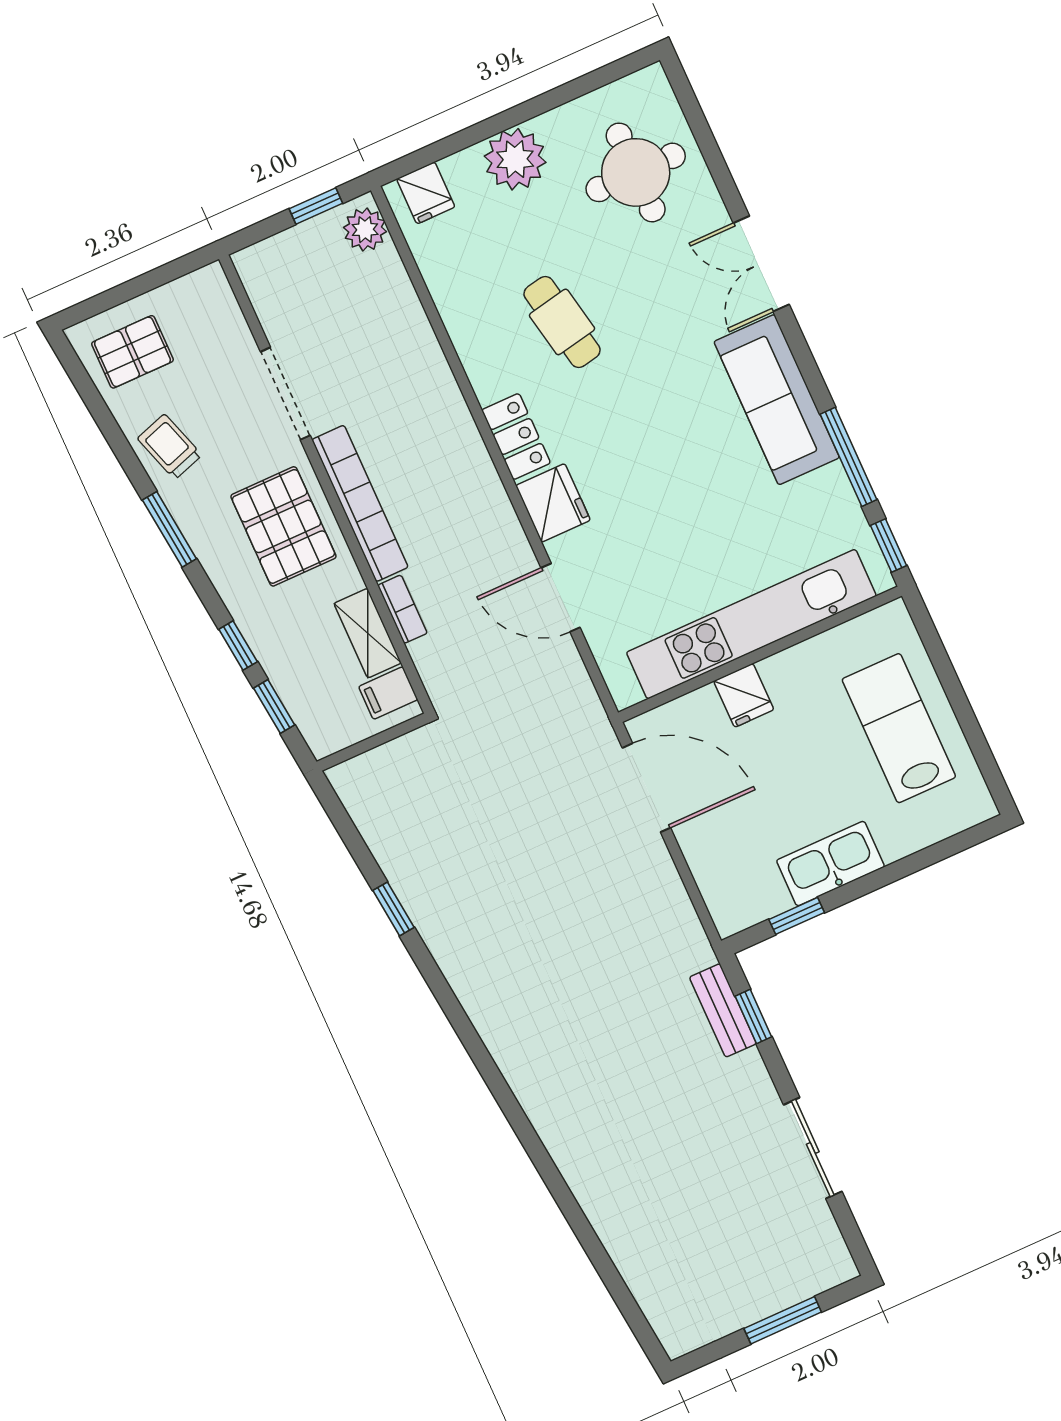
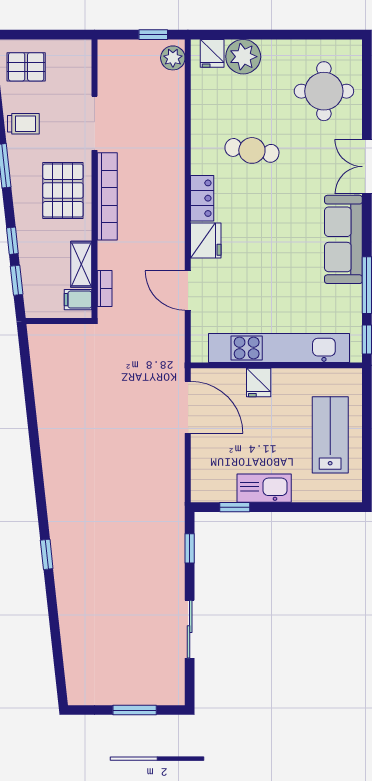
plant: (515, 159) -> (243, 57), moved
cafe table: (562, 322) -> (252, 150), turned -70
trolley: (170, 447) -> (23, 124), turned 108
bookcase: (402, 609) -> (105, 288), moved
window: (394, 909) -> (47, 554), moved
bench: (723, 1010) -> (176, 538), removed

